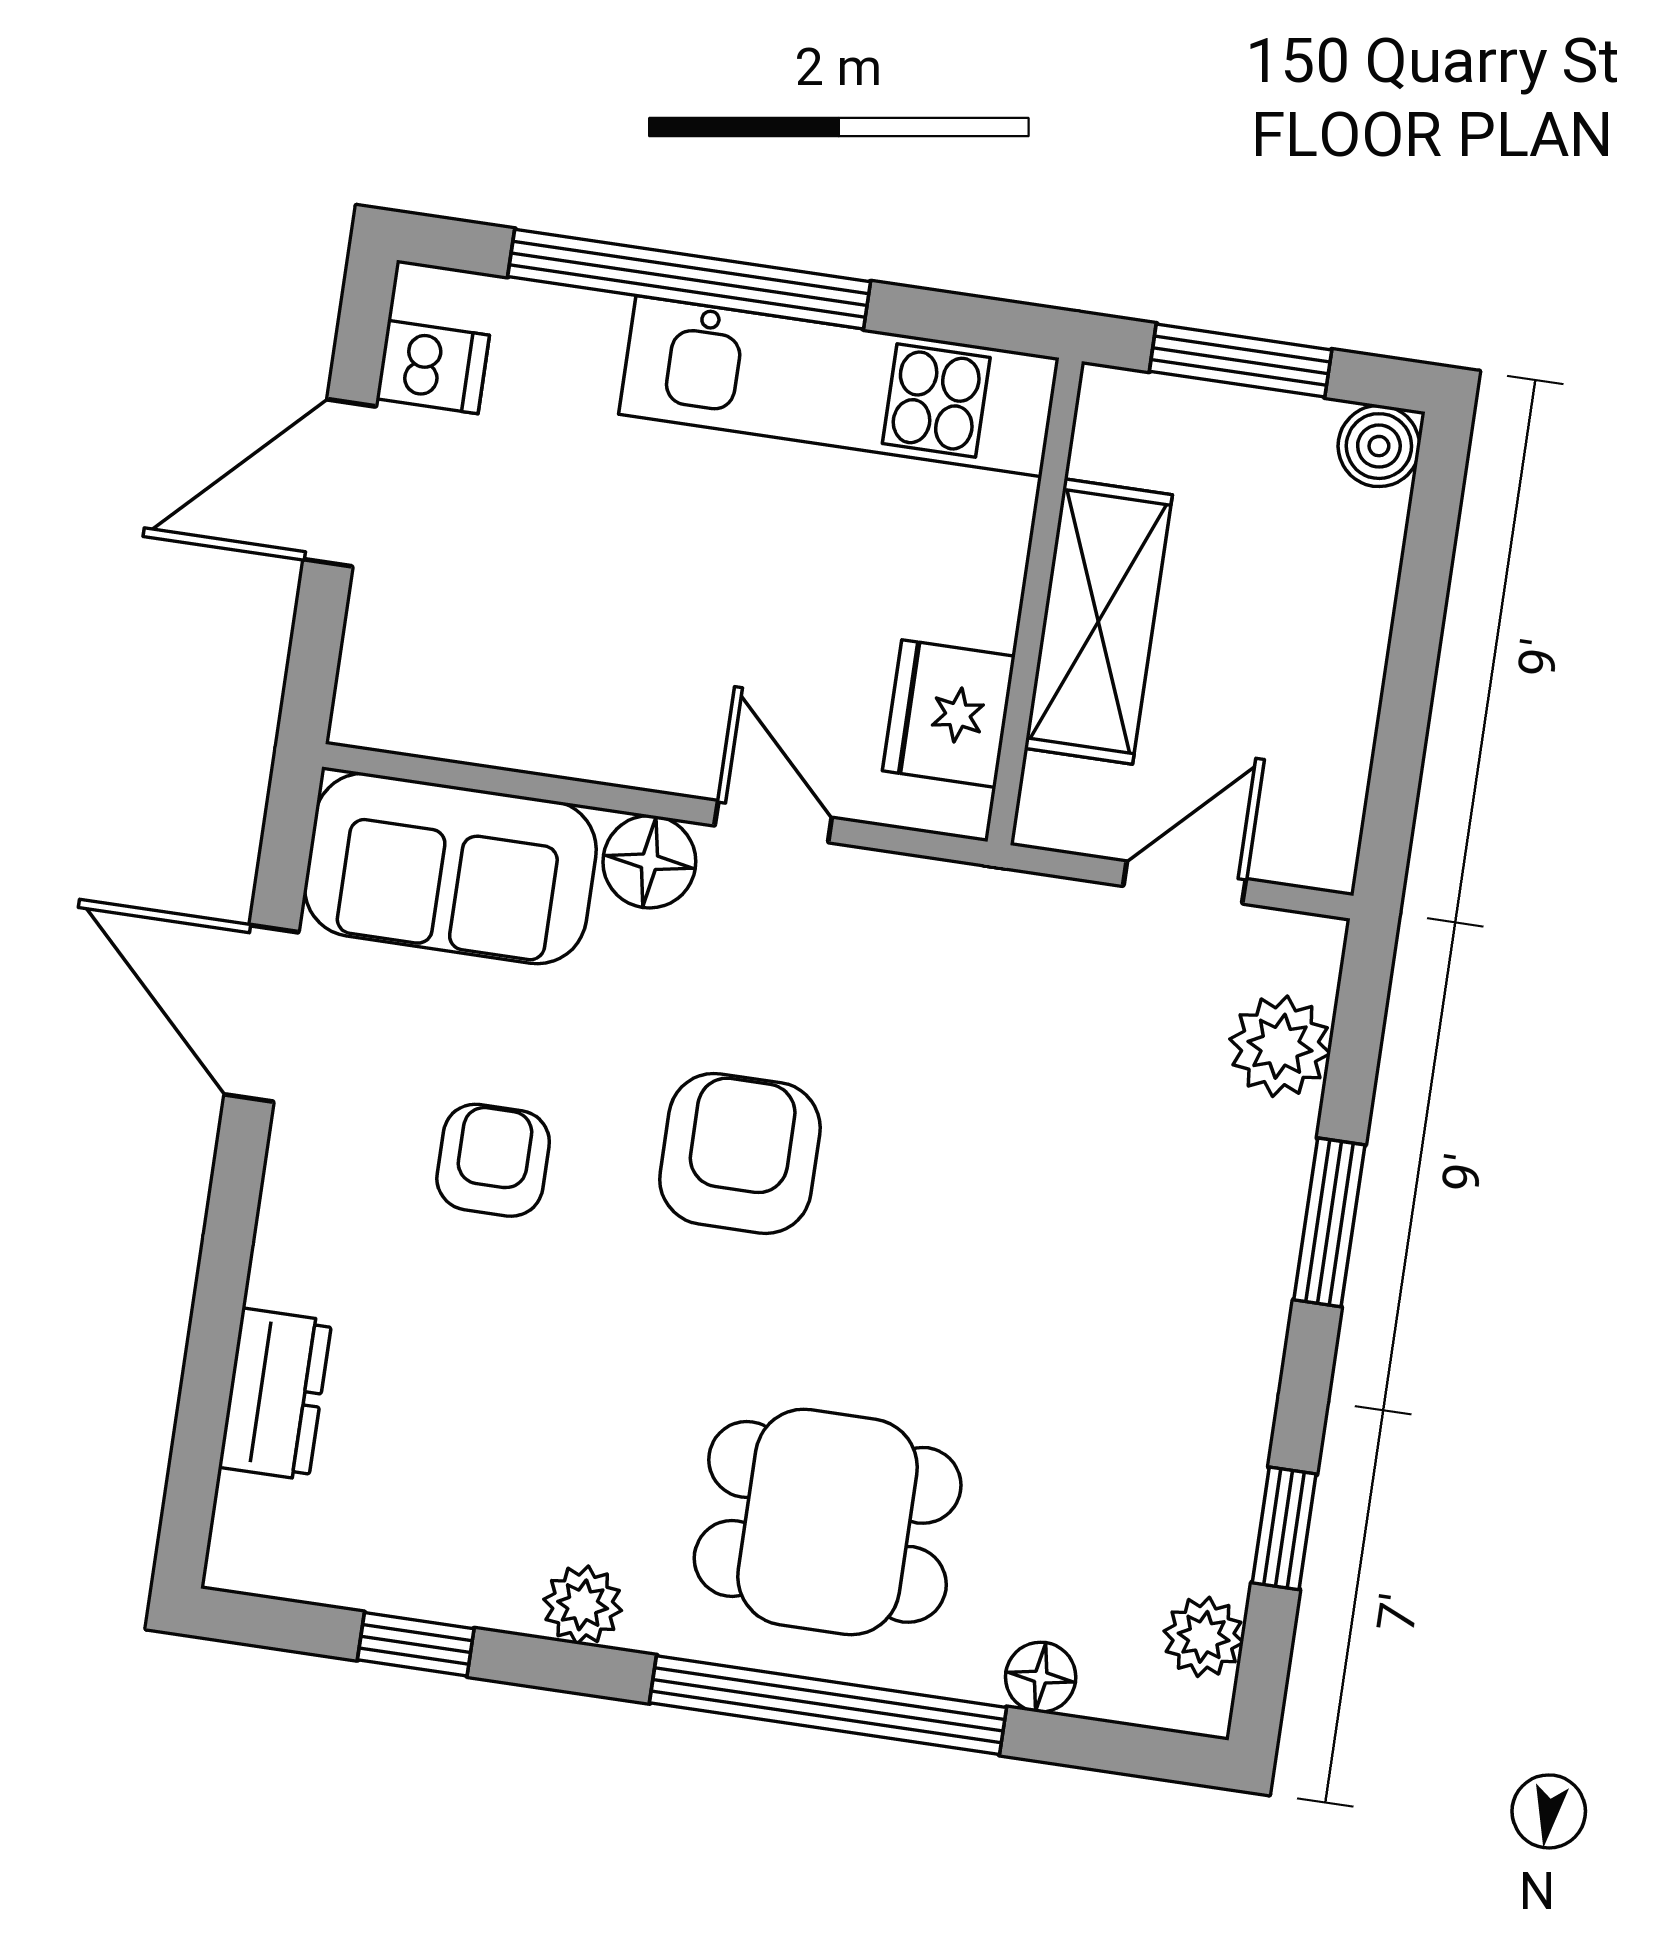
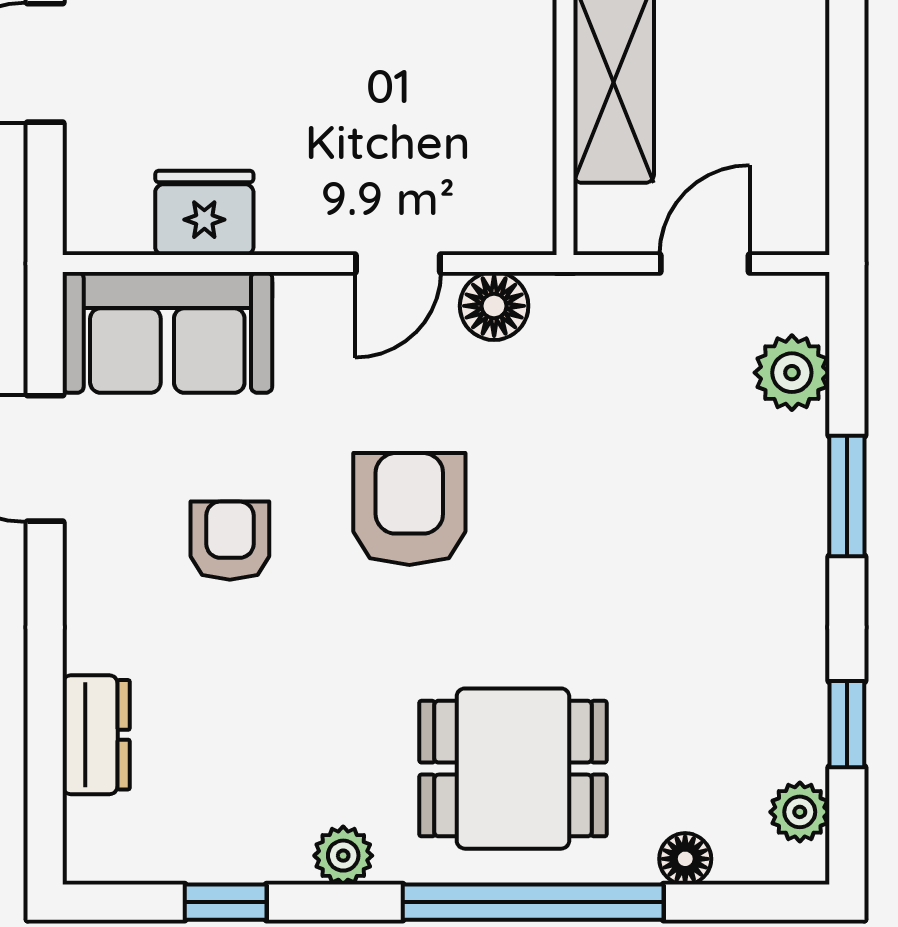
fridge: (949, 714) -> (204, 213), moved, turned 90
door: (773, 822) -> (398, 263), swing flipped
floor lamp: (649, 862) -> (494, 306), moved

